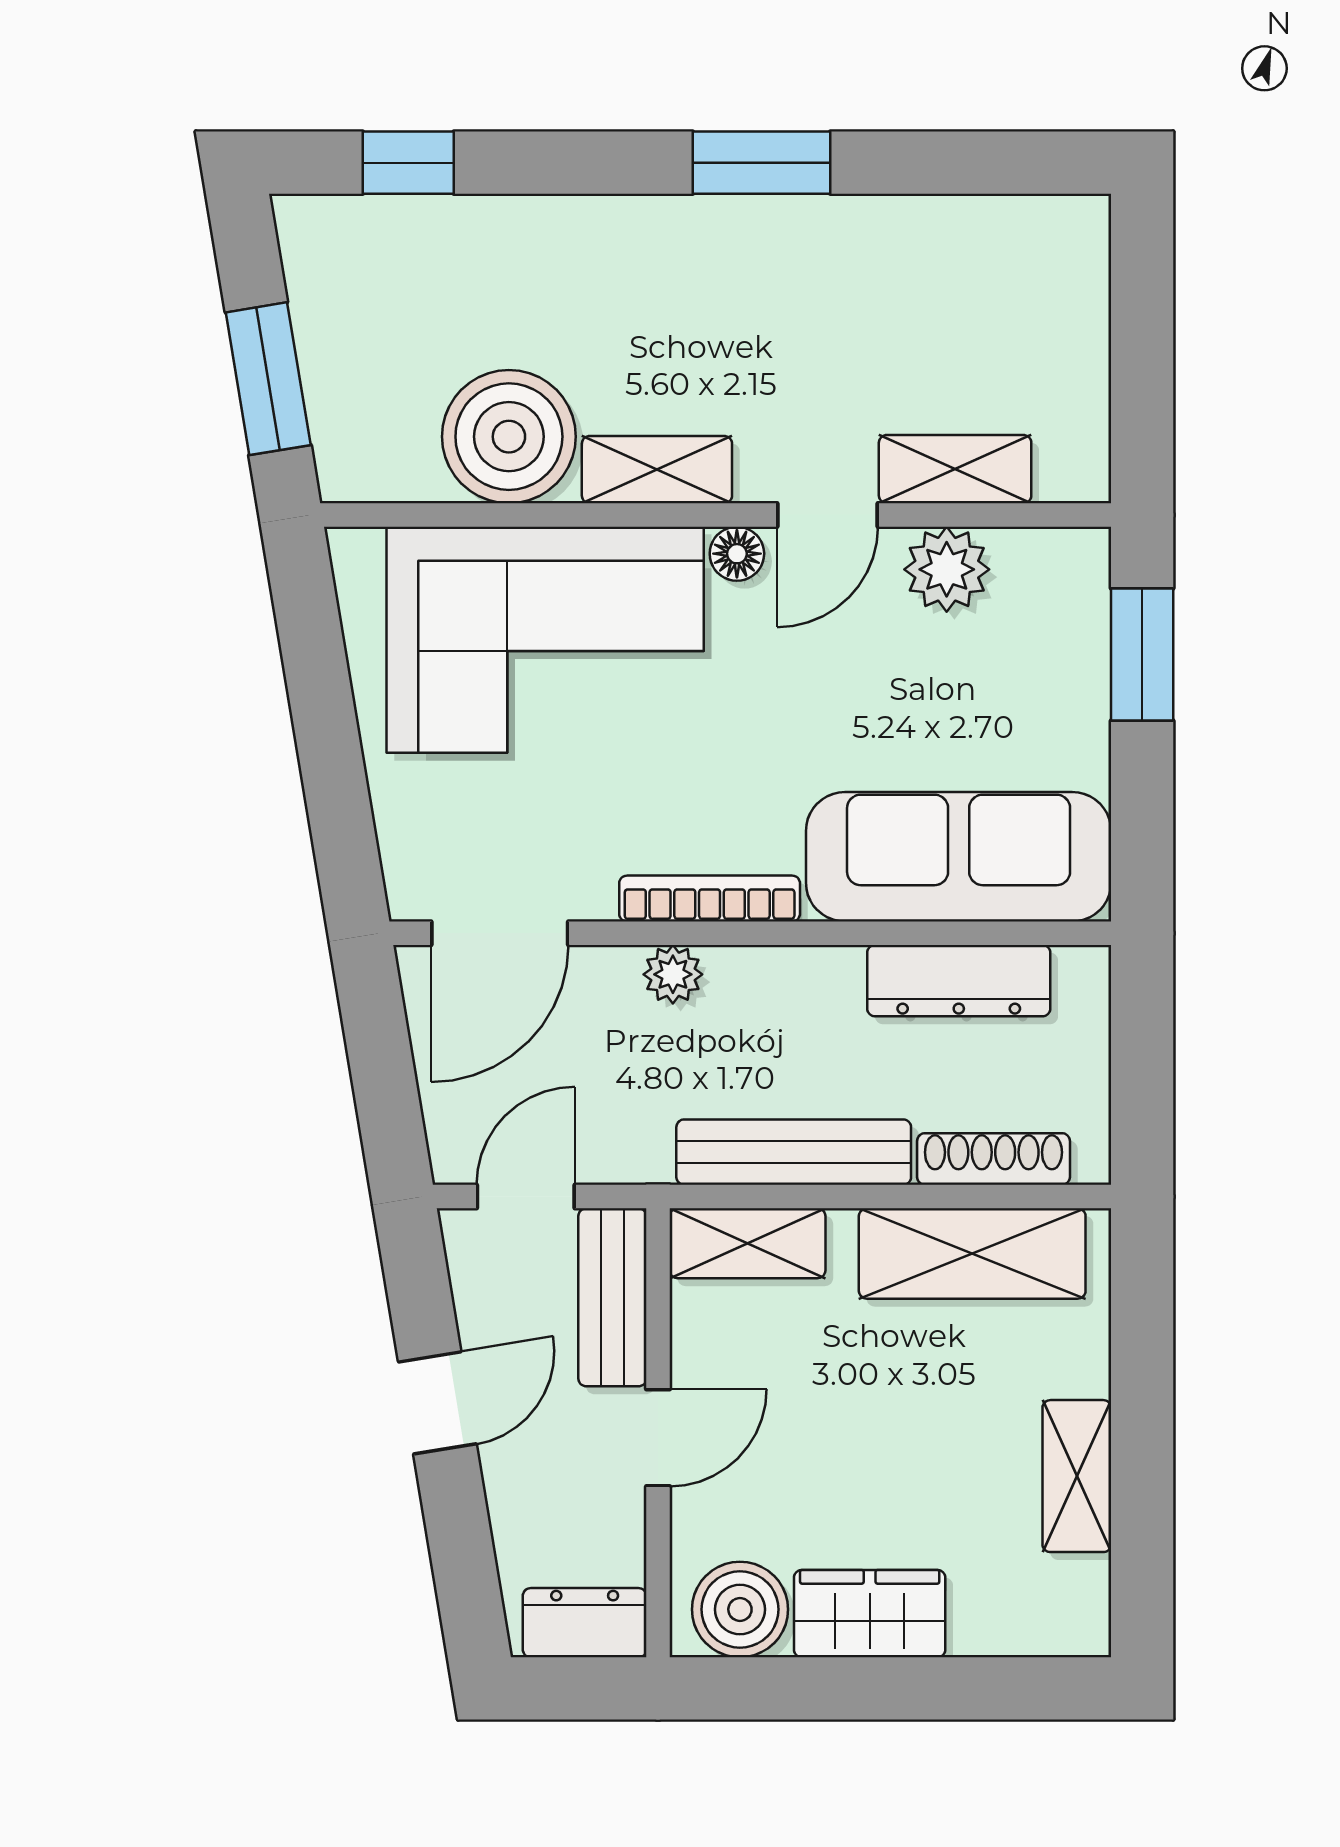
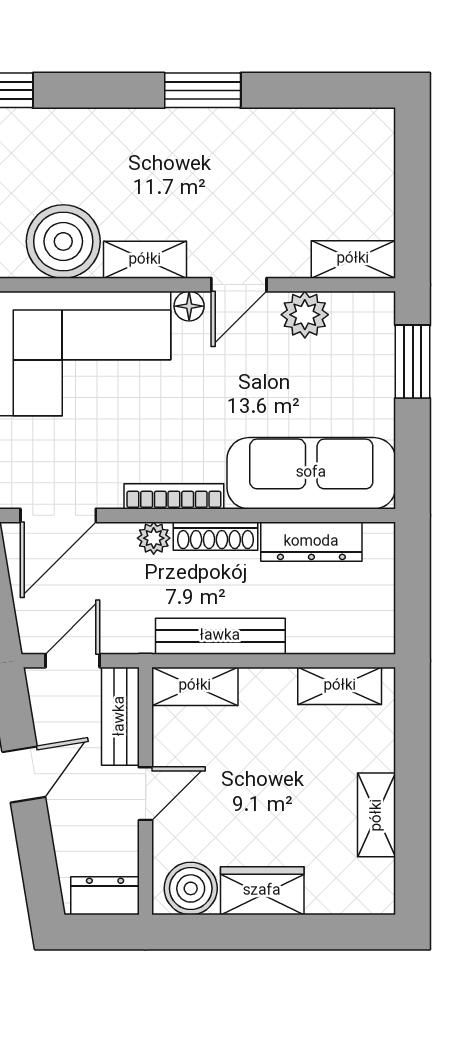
shelving: (955, 469) -> (353, 259), moved
shoe rack: (993, 1159) -> (215, 536), moved, turned 180
shelving: (972, 1253) -> (340, 686), width x0.67, depth x0.75

